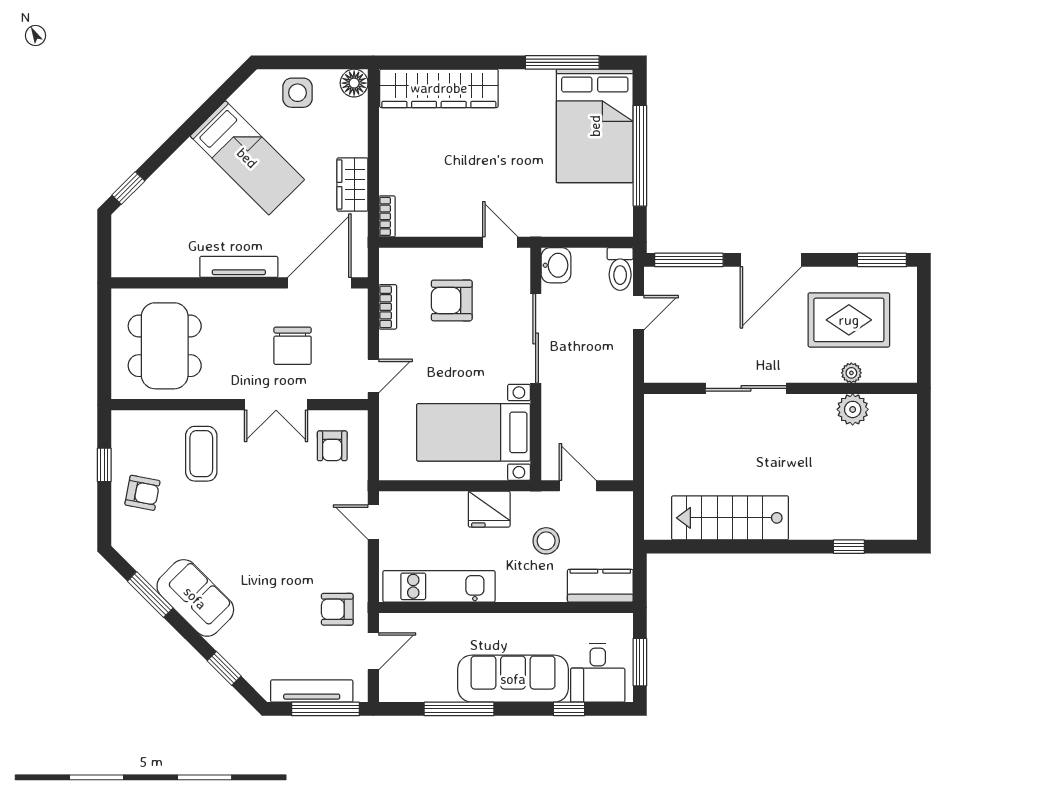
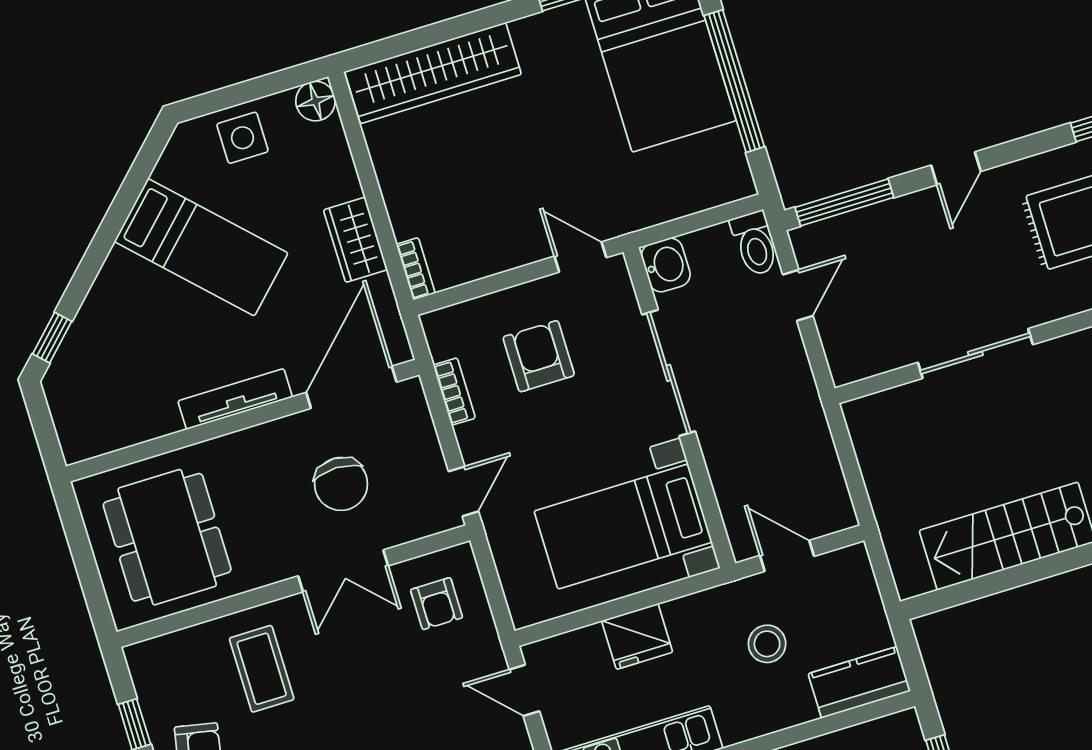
door: (771, 260) -> (956, 168), width x0.53
armchair: (452, 300) -> (539, 356), turned 90
fridge: (489, 509) -> (637, 636), moved

